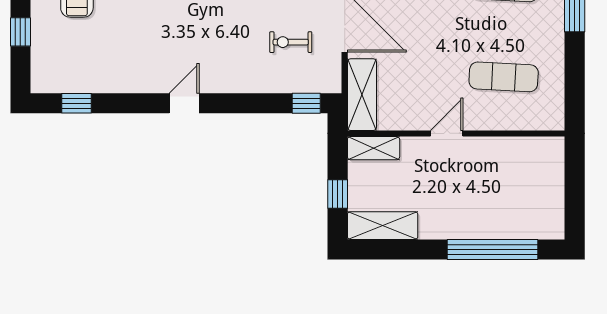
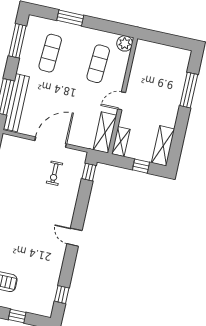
shelving: (362, 95) -> (105, 132), moved, turned 90
plant: (550, 116) -> (125, 43), added
door: (447, 133) -> (122, 101), hinge flipped
window: (493, 249) -> (189, 90), width x0.68

